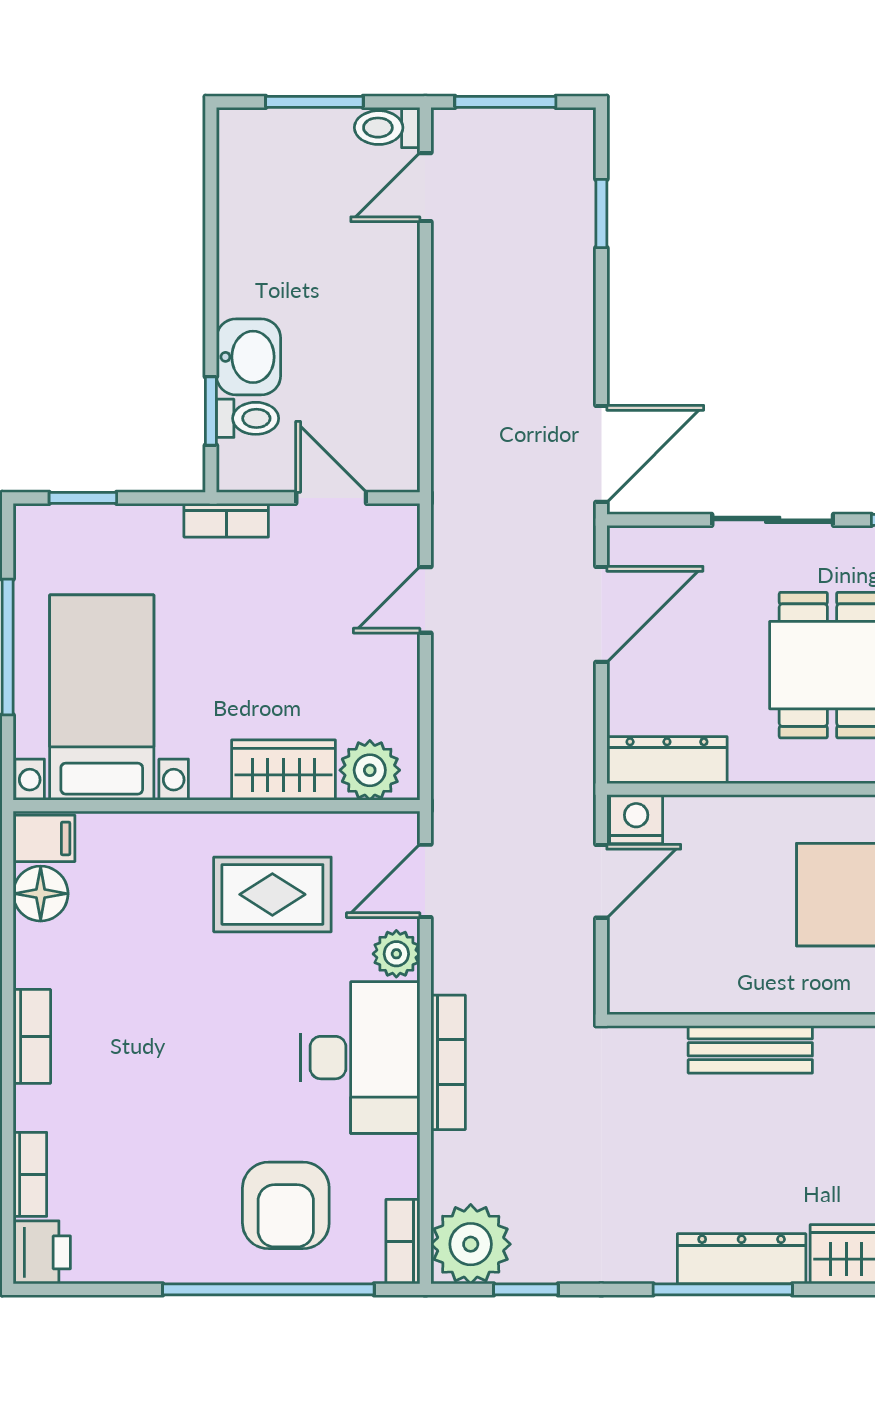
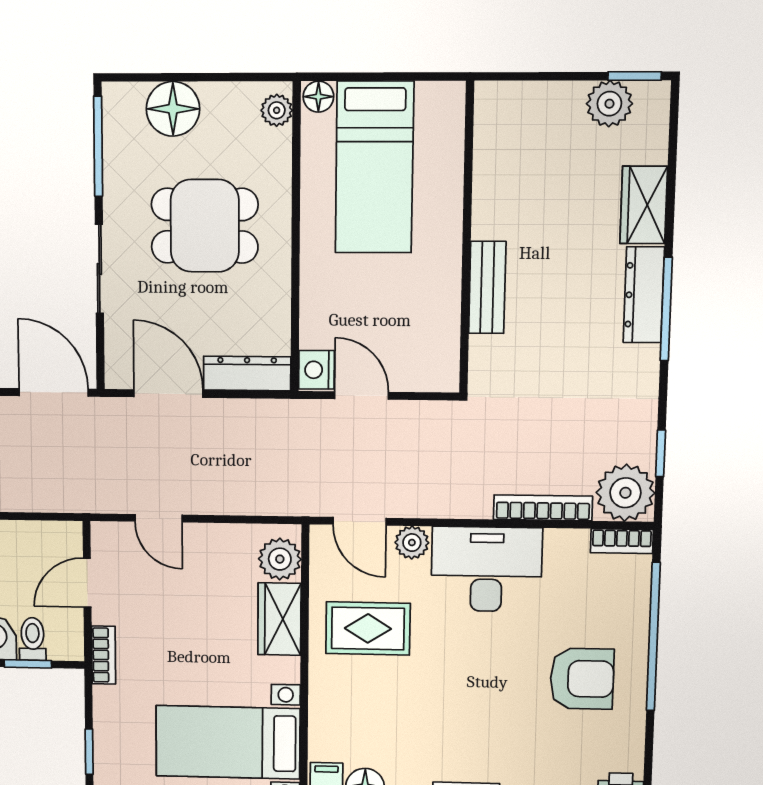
dresser: (667, 760) -> (247, 373), moved, turned 90
rug: (272, 894) -> (368, 628), turned 90
bookcase: (448, 1062) -> (543, 508), moved
armchair: (286, 1205) -> (582, 679), moved

